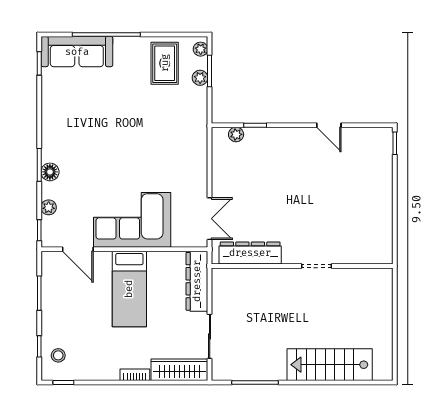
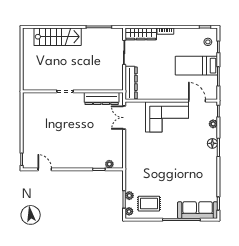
rug: (165, 63) -> (149, 204), turned 90
door: (329, 125) -> (45, 169), moved
bed: (129, 289) -> (196, 66), moved, turned -90

